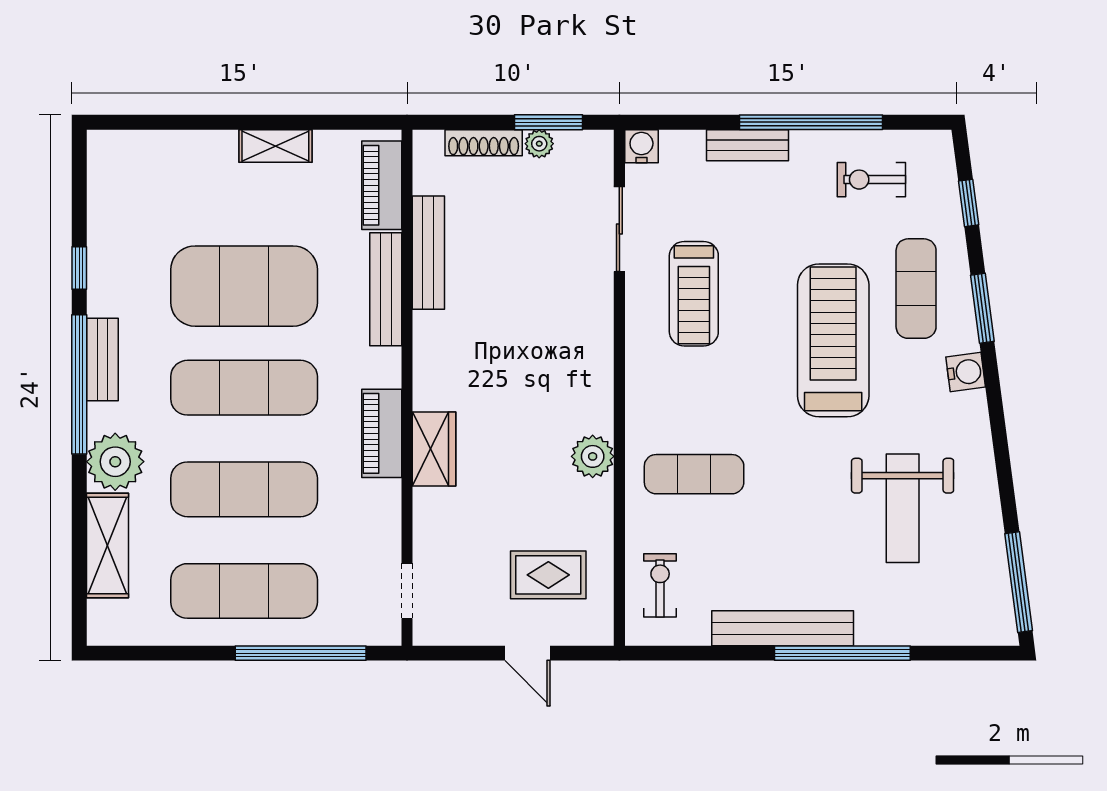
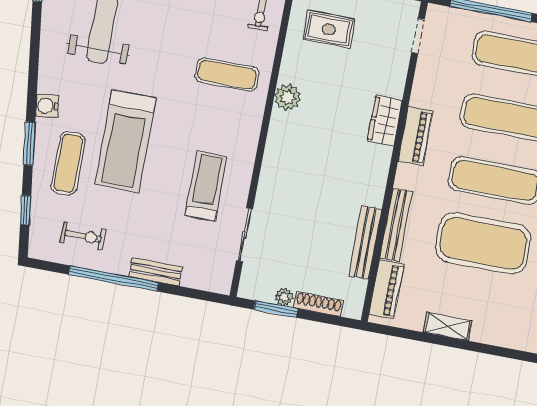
water cooler: (641, 146) -> (221, 283), removed

